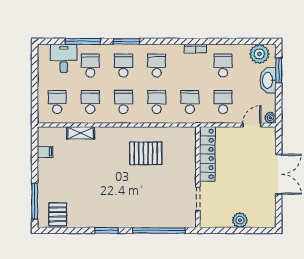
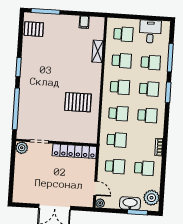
desk: (64, 58) -> (150, 32), moved, turned -90
pallet: (146, 153) -> (78, 102), turned 90
plant: (240, 220) -> (22, 148), moved

